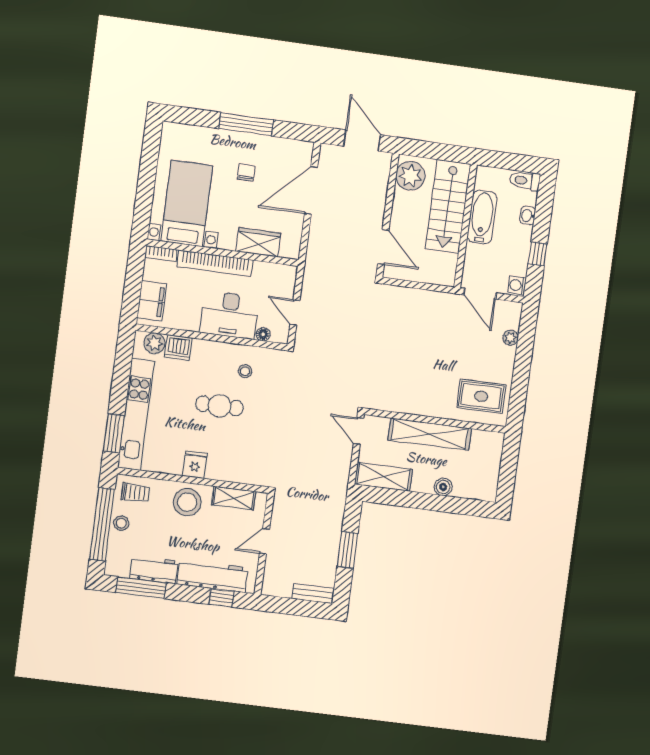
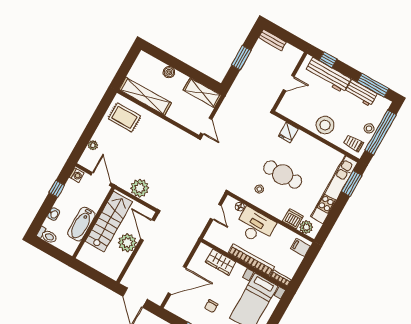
plant: (410, 176) -> (127, 243), moved
stairs: (448, 206) -> (109, 222), moved
filing cabinet: (152, 301) -> (301, 247), width x0.50
plant: (419, 303) -> (140, 188), added
cafe table: (220, 406) -> (283, 175), width x1.37, depth x1.35
shelving: (430, 434) -> (145, 96), moved
fridge: (195, 465) -> (288, 132), moved
shelving: (234, 498) -> (297, 116), removed

